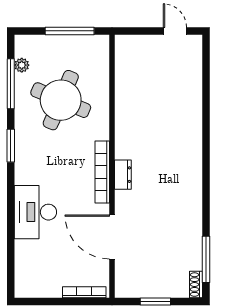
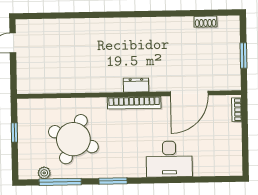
window: (70, 31) -> (14, 133), width x0.46
window: (206, 259) -> (207, 13), removed
shoe rack: (196, 285) -> (205, 22), moved
bookcase: (84, 292) -> (237, 110), width x0.64

